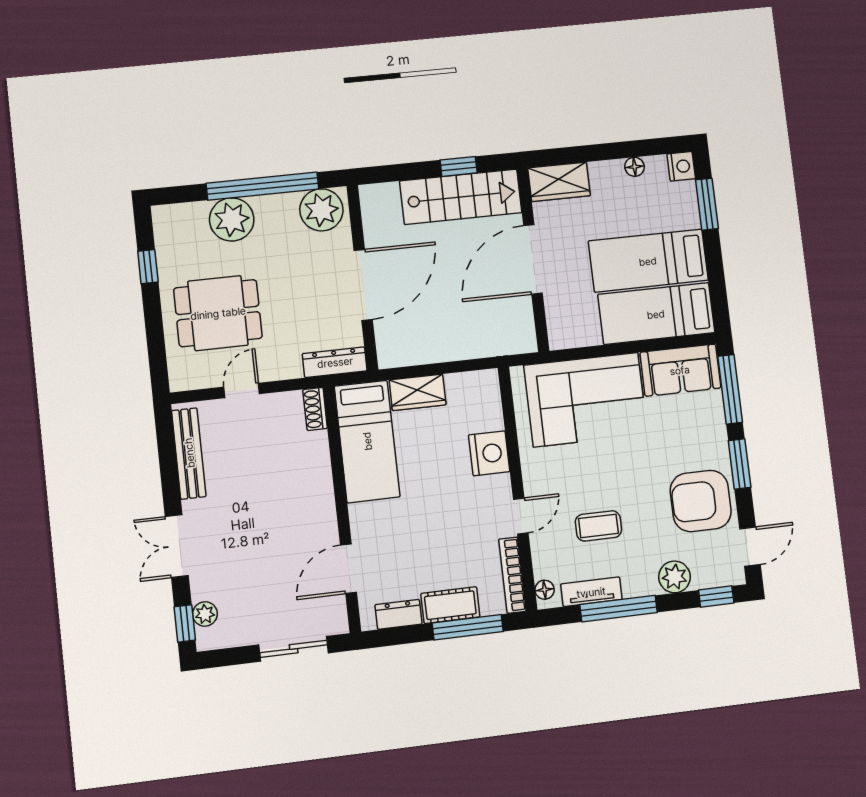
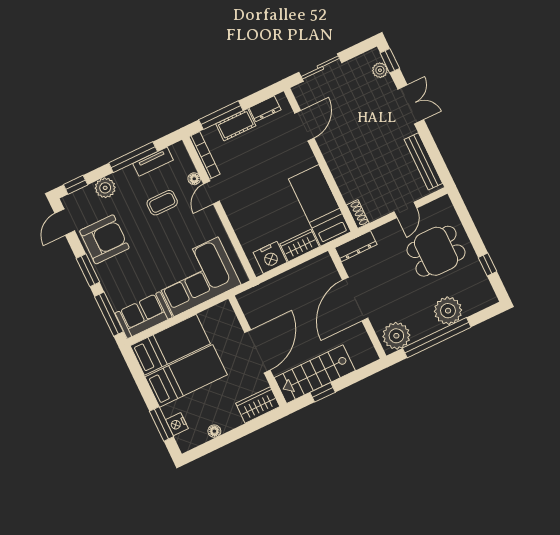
nightstand: (681, 166) -> (177, 424), moved
nightstand: (489, 453) -> (270, 257), moved, turned -90
floor lamp: (545, 590) -> (194, 179), moved

